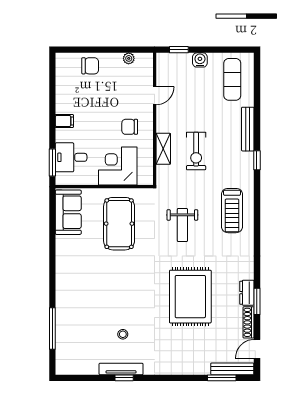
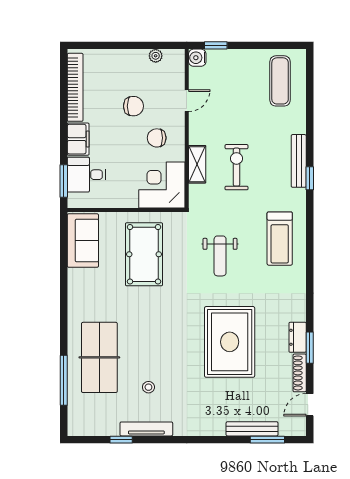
water cooler: (200, 60) -> (197, 58), moved, turned -90
chair: (90, 66) -> (133, 106), moved
bookcase: (62, 85) -> (75, 87), added
filing cabinet: (64, 121) -> (78, 139), width x2.00
bench: (248, 129) -> (299, 161), moved
exercise bike: (196, 151) -> (236, 167), turned 180
corner desk: (118, 166) -> (162, 185), moved
table tennis table: (82, 309) -> (99, 357), added
bench: (232, 369) -> (252, 429), moved
window: (124, 378) -> (121, 440), moved

